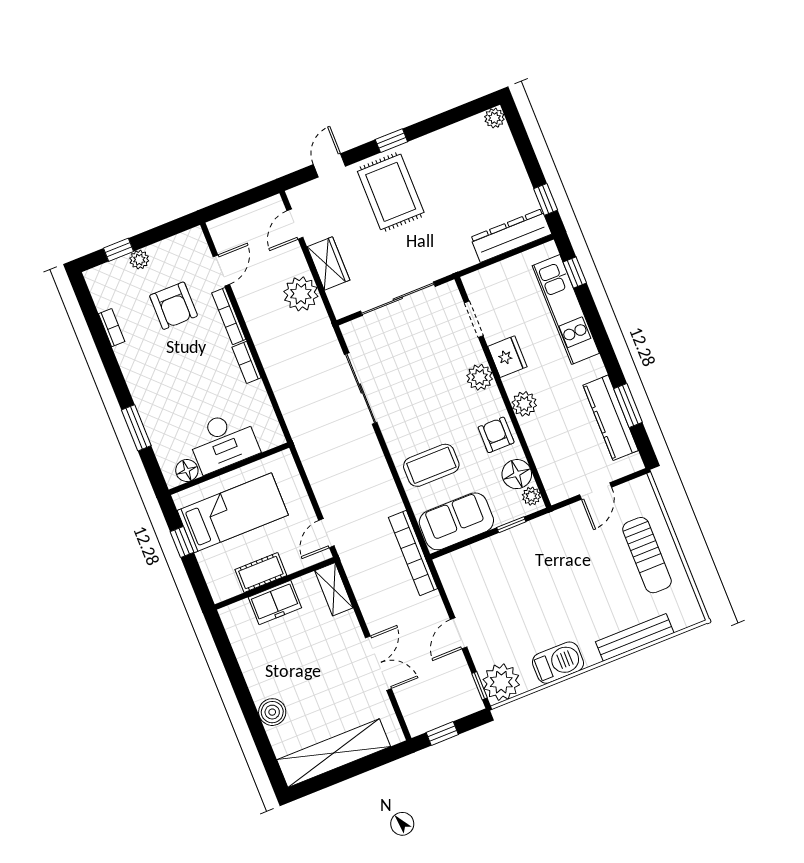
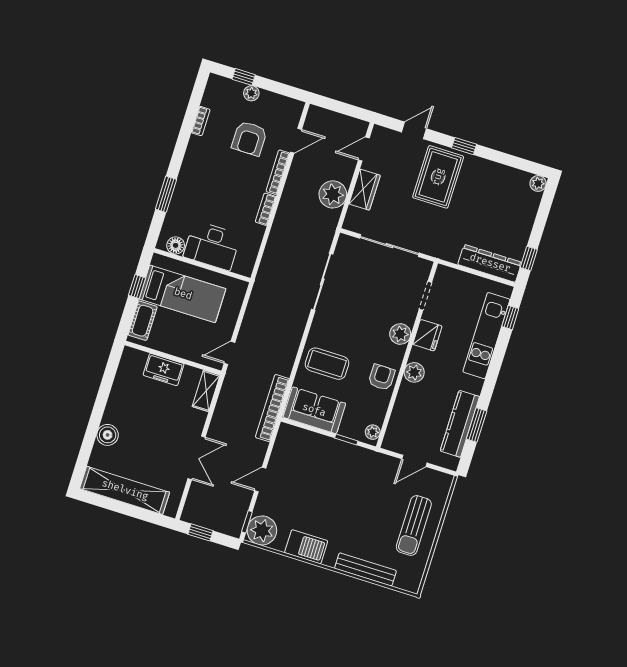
floor lamp: (517, 474) -> (375, 411), removed
cot: (261, 572) -> (143, 321), moved, turned 90

